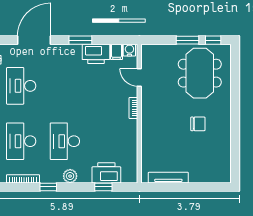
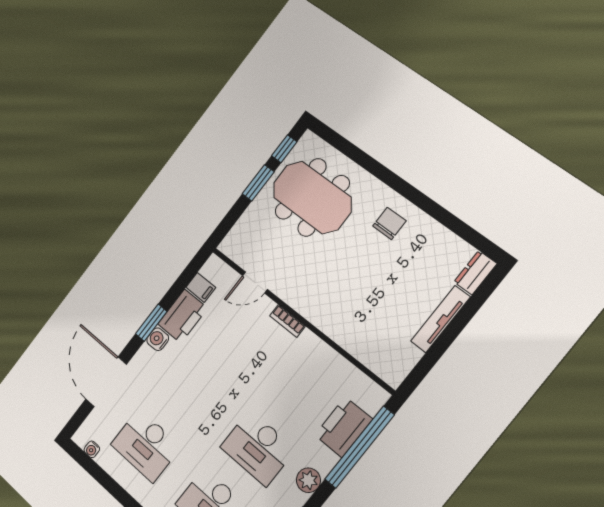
water cooler: (129, 50) -> (158, 339), moved
chair: (198, 124) -> (389, 223), moved
dresser: (220, 177) -> (475, 273), added
tv unit: (168, 178) -> (440, 319), moved
window: (103, 187) -> (359, 447), width x3.17

